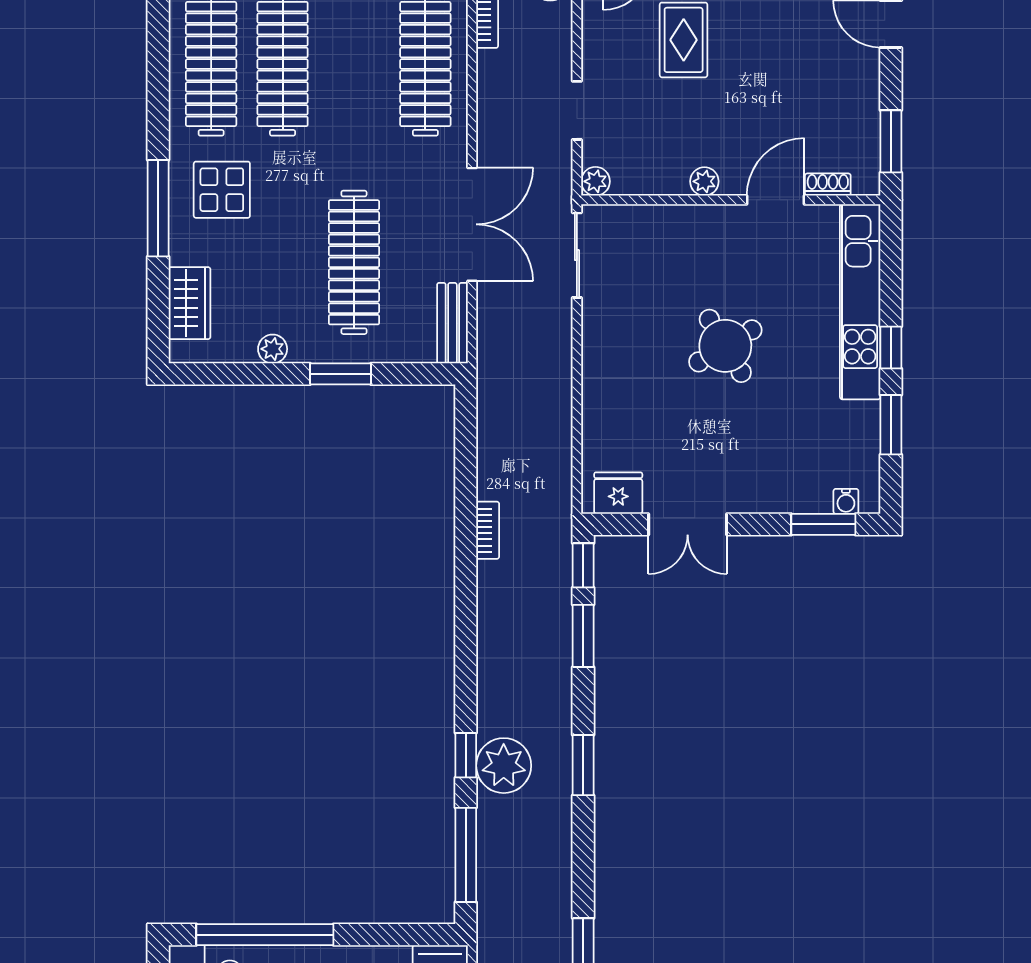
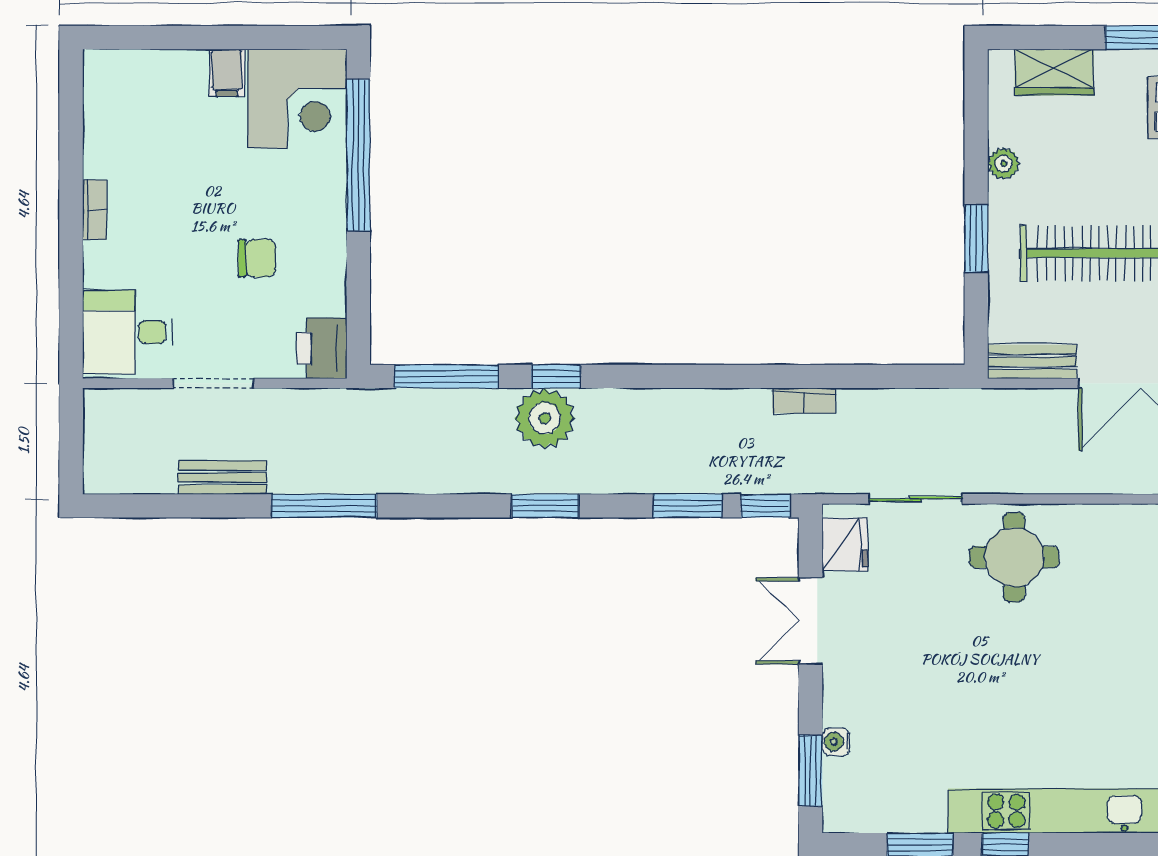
sliding door: (577, 255) -> (916, 499), moved
round table: (725, 346) -> (1014, 557), moved, turned 31
water cooler: (846, 501) -> (836, 742), moved

